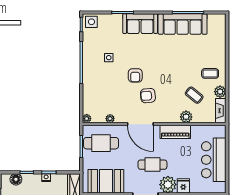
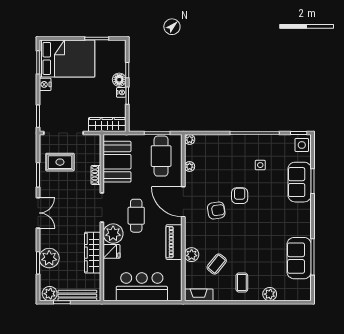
sofa: (140, 24) -> (300, 182), moved
sofa: (183, 24) -> (299, 258), width x0.73
armchair: (135, 75) -> (240, 196), turned 90
plant: (220, 92) -> (270, 294), moved
armchair: (148, 96) -> (216, 210), turned 87
door: (140, 124) -> (183, 202), hinge flipped
floor lamp: (16, 179) -> (119, 80), moved

